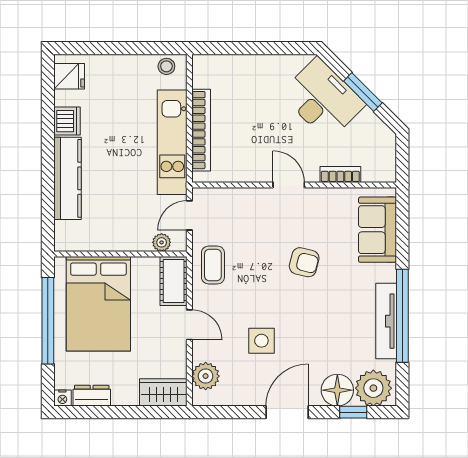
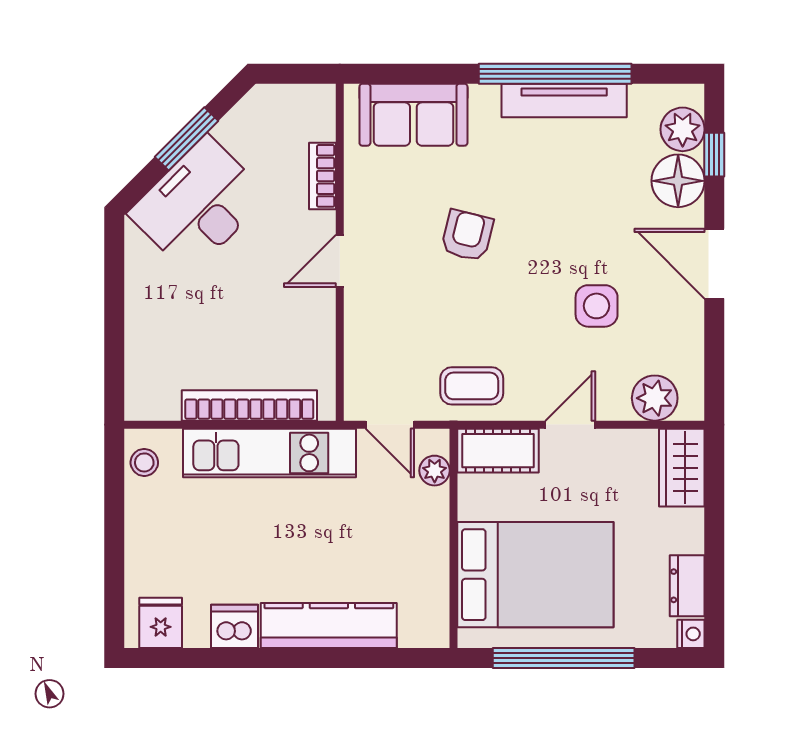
plant: (373, 388) -> (683, 129), width x0.73, depth x0.73

